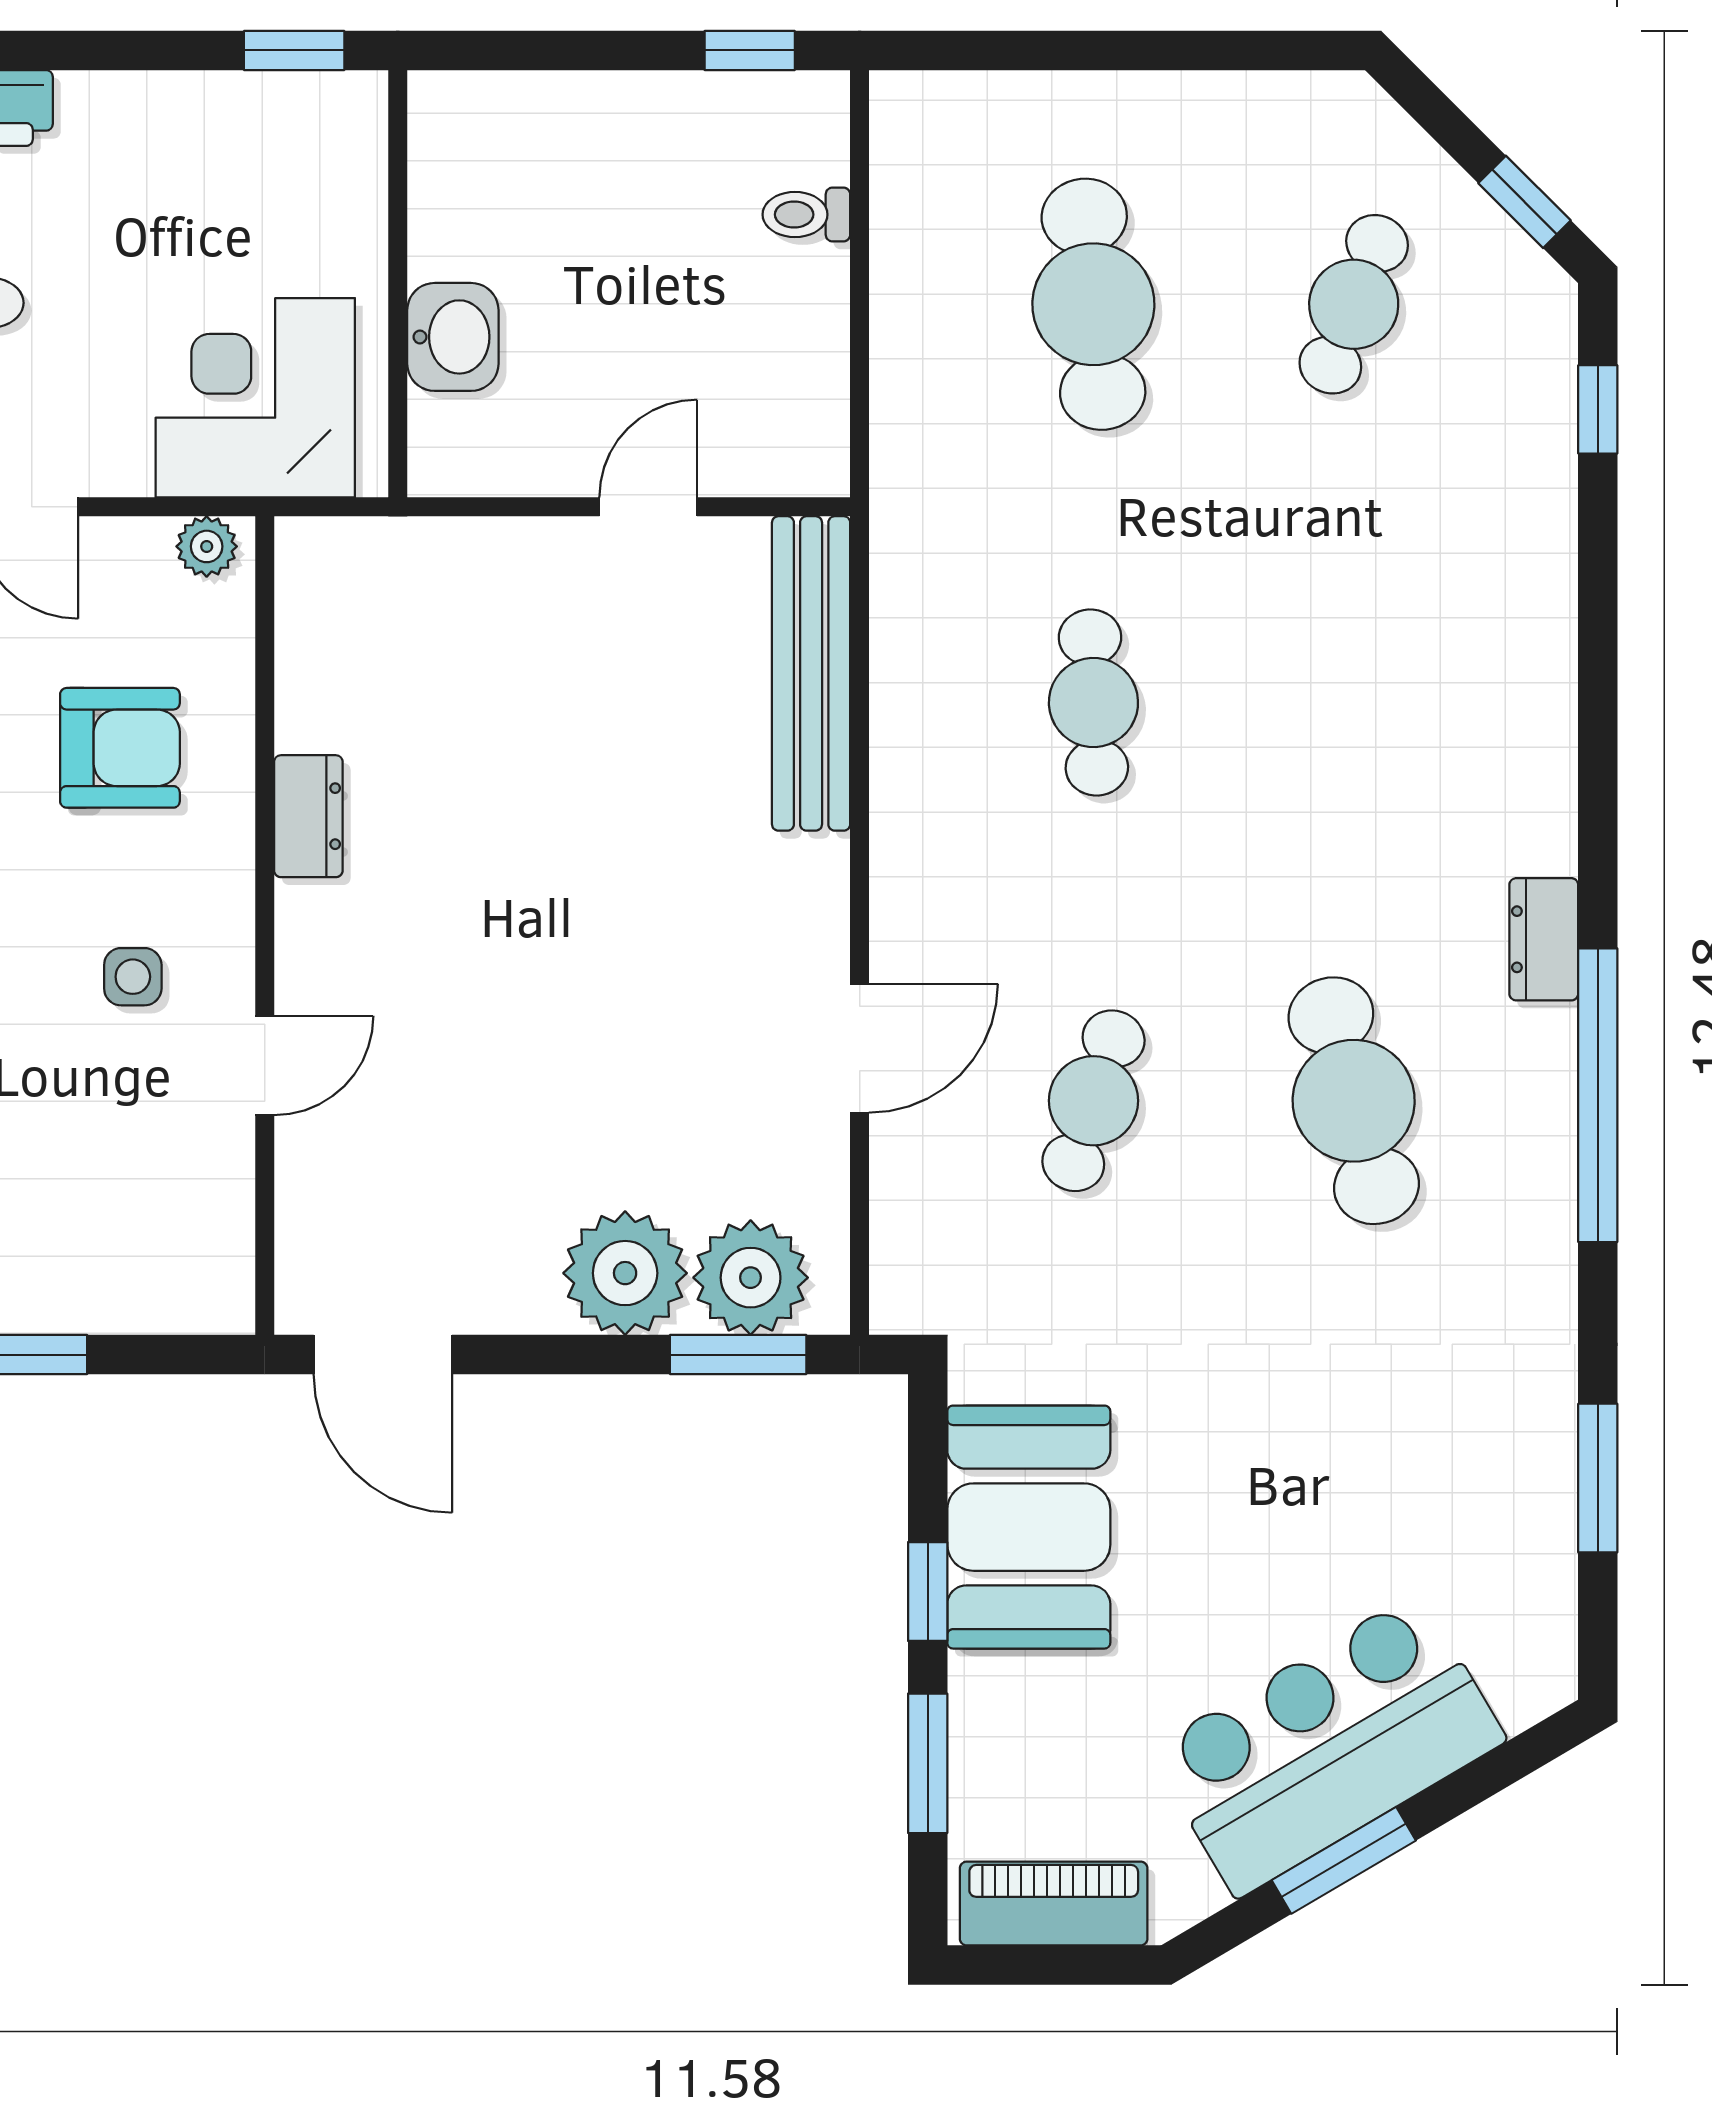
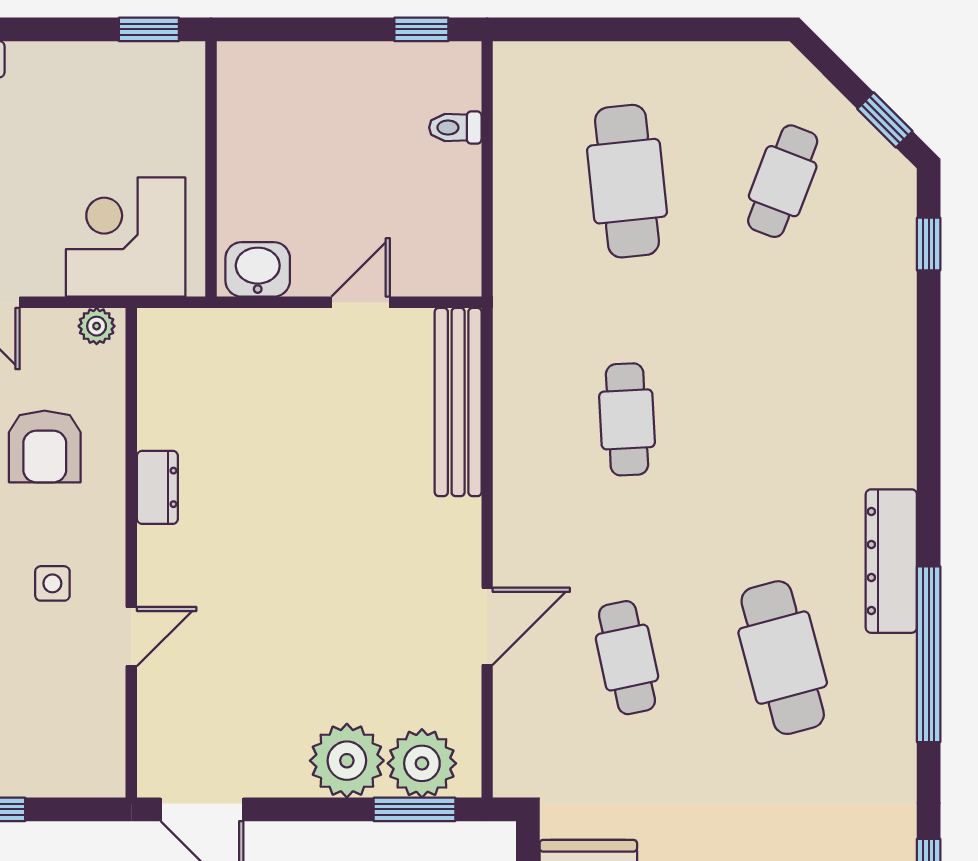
washbasin: (453, 337) -> (258, 269), moved, turned -90
armchair: (120, 748) -> (45, 446), turned 90
dresser: (1544, 939) -> (891, 561), width x1.96, depth x1.24
cafe table: (1093, 1101) -> (627, 658), turned -30

